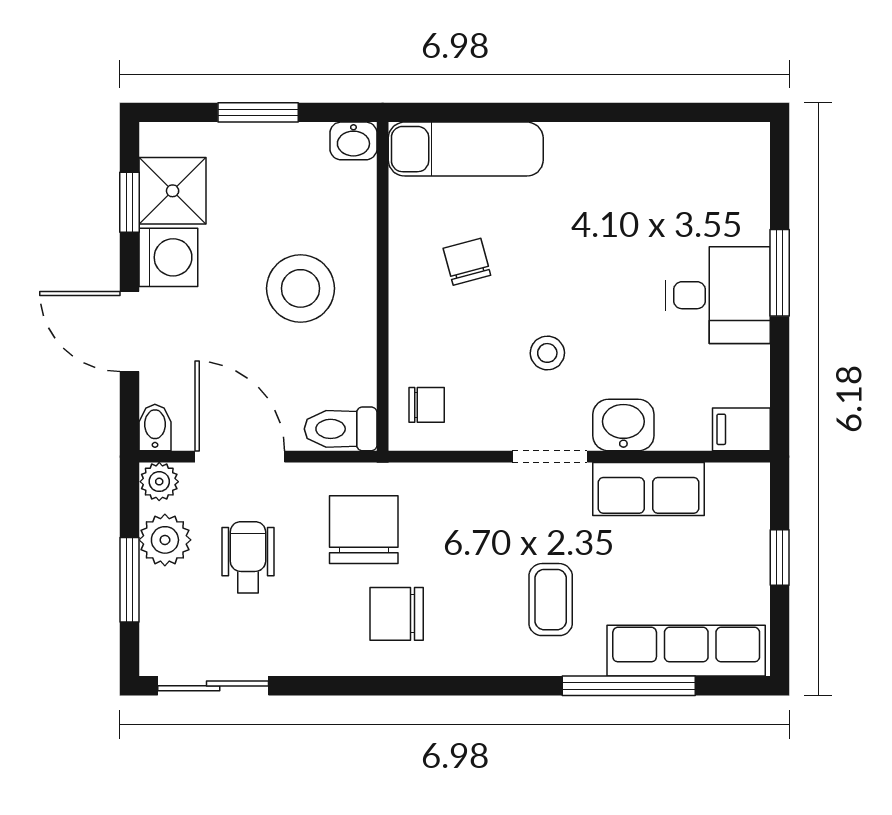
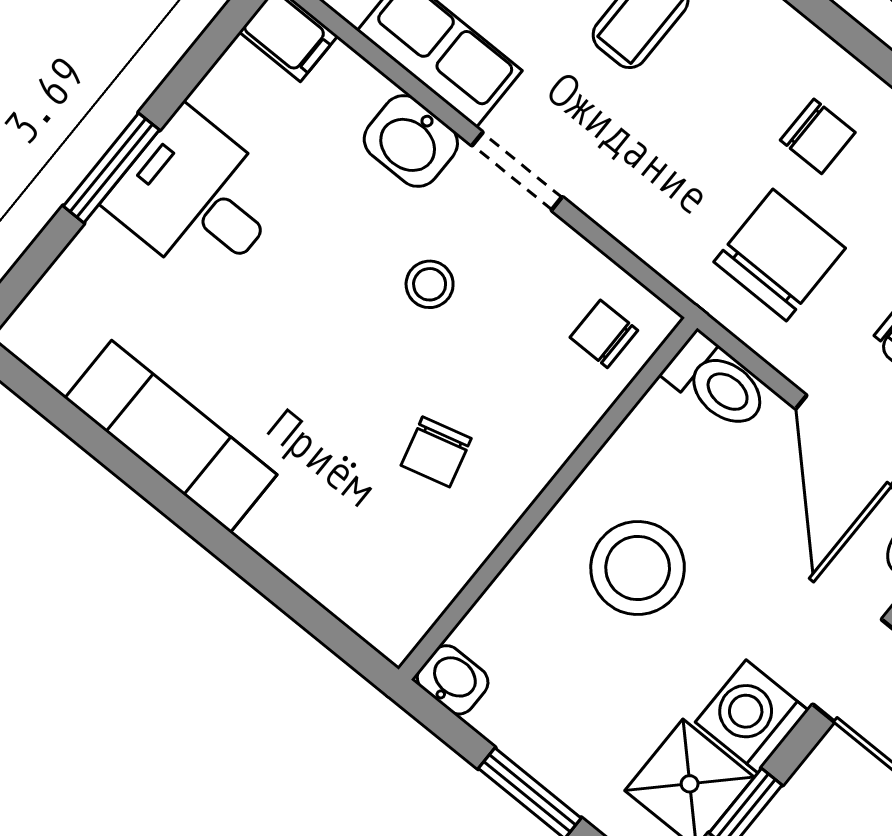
exam couch: (466, 149) -> (171, 436), moved
chair: (364, 530) -> (780, 255), turned 180
chair: (397, 614) -> (818, 136), width x0.73, depth x0.73

